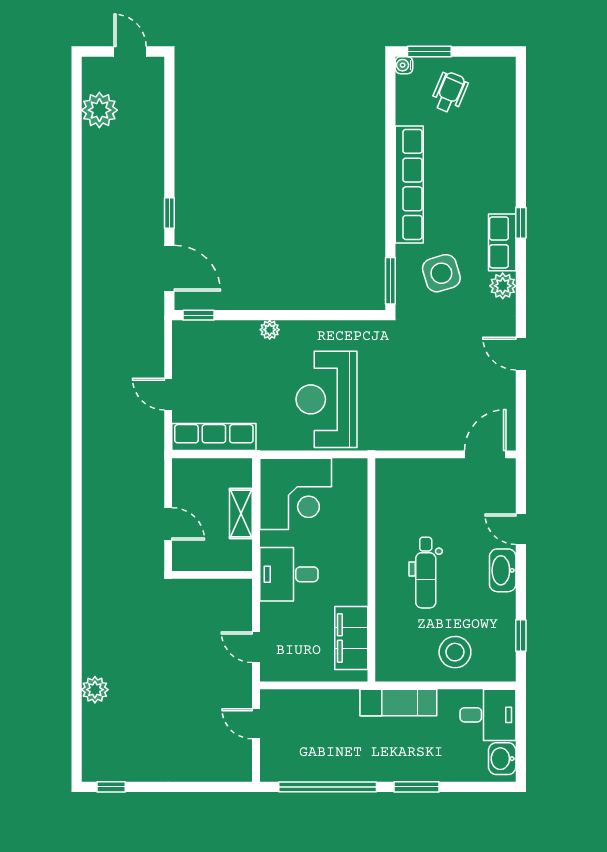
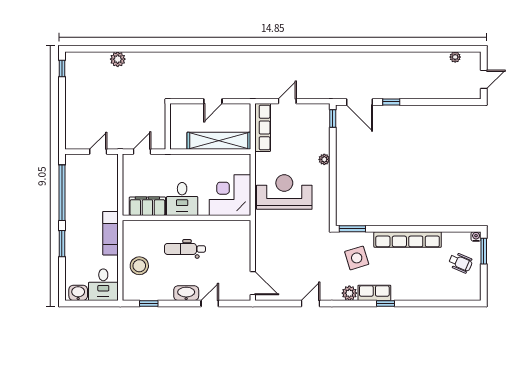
plant: (99, 110) -> (455, 57), width x0.53, depth x0.53
door: (169, 268) -> (360, 102), hinge flipped
corner desk: (296, 494) -> (230, 195), moved, turned 90
shelving: (241, 513) -> (219, 141), width x2.20, depth x1.33
desk: (289, 574) -> (182, 199), moved, turned 180
wall: (212, 575) -> (168, 126), moved

